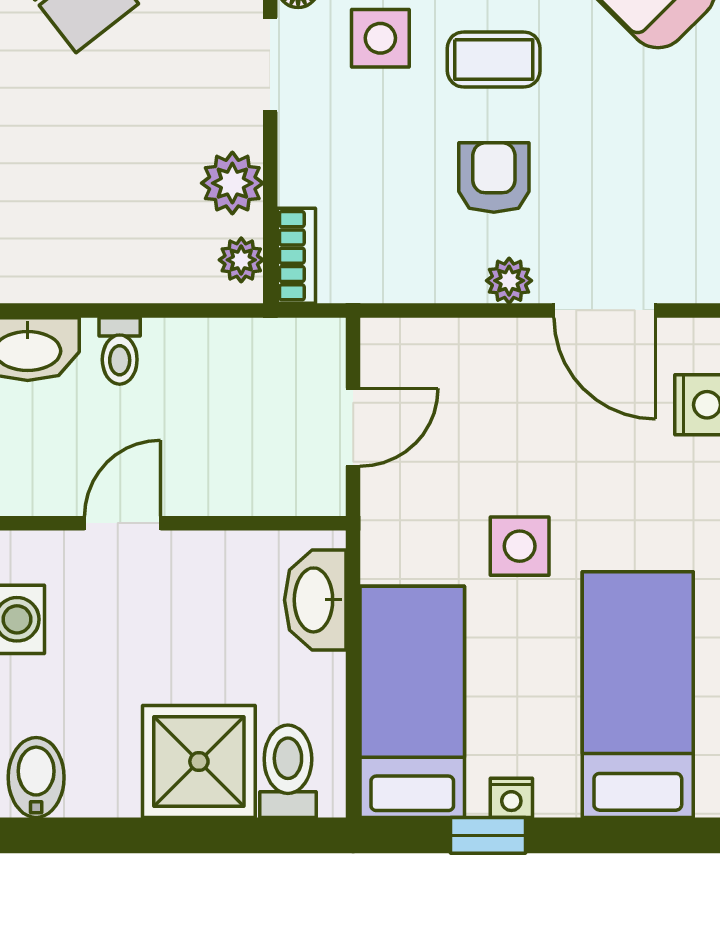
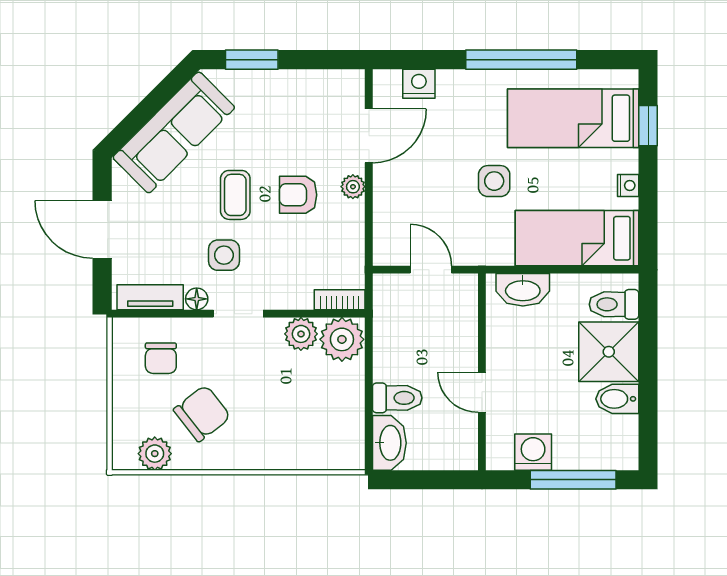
plant: (241, 260) -> (342, 339), width x1.87, depth x1.87
toilet: (120, 351) -> (397, 398), width x1.37, depth x1.39
bidet: (36, 777) -> (617, 399), moved
window: (488, 835) -> (648, 126), moved

